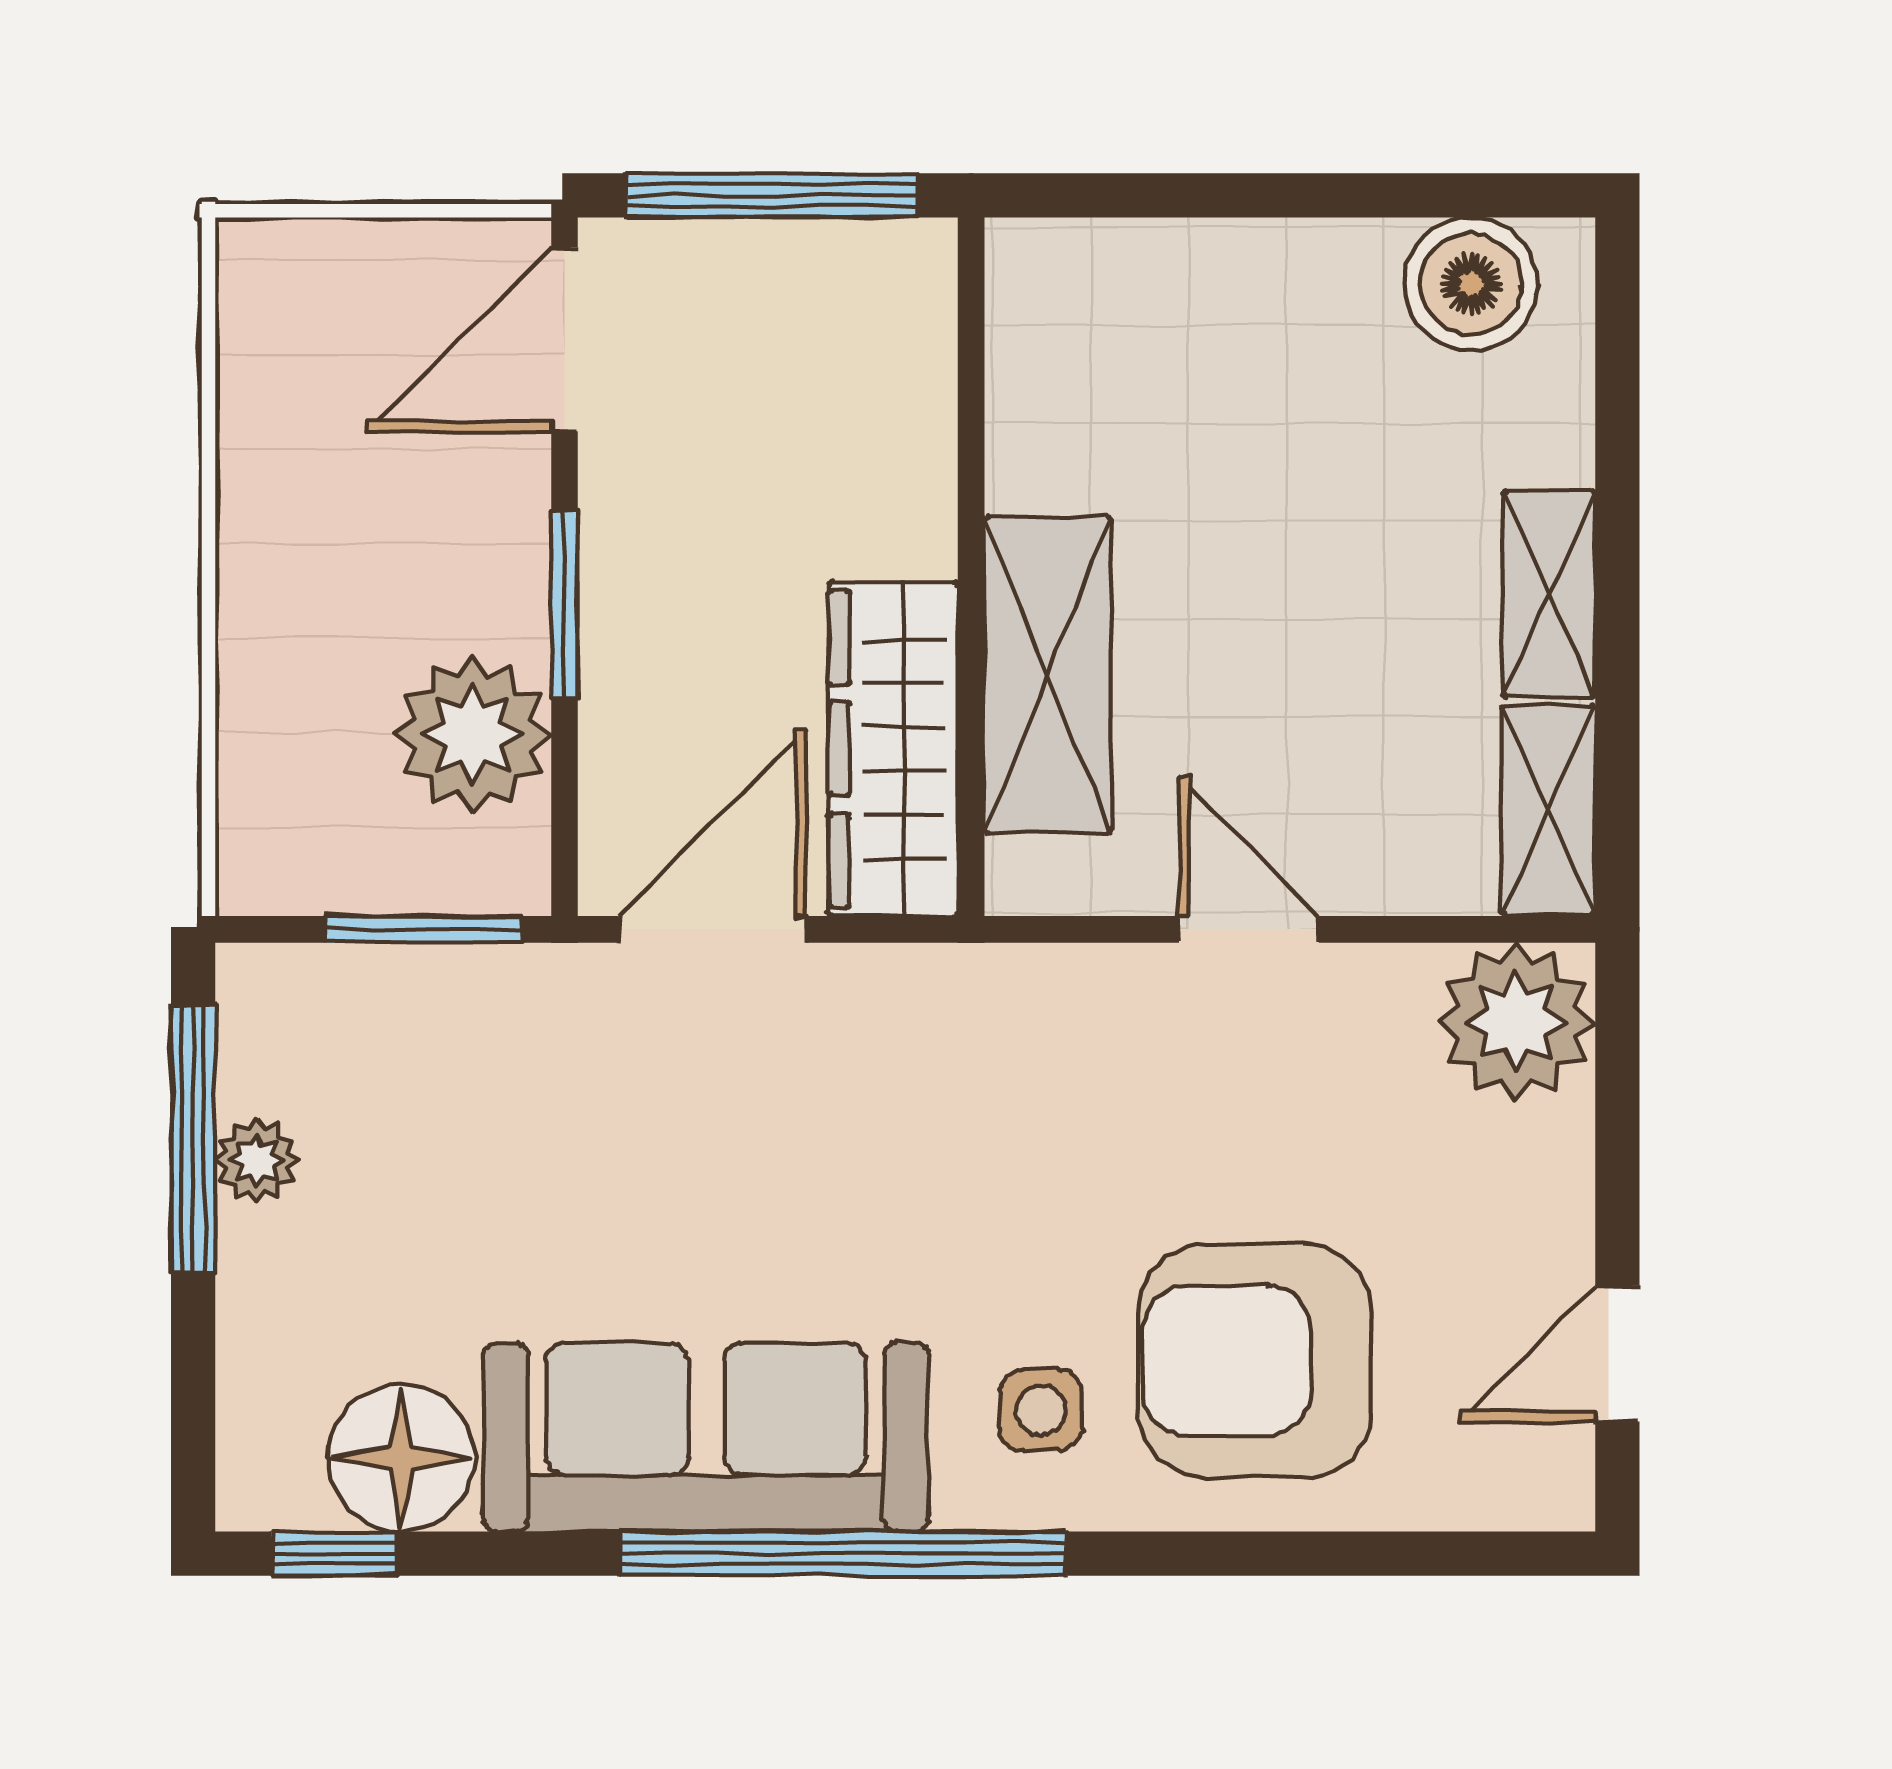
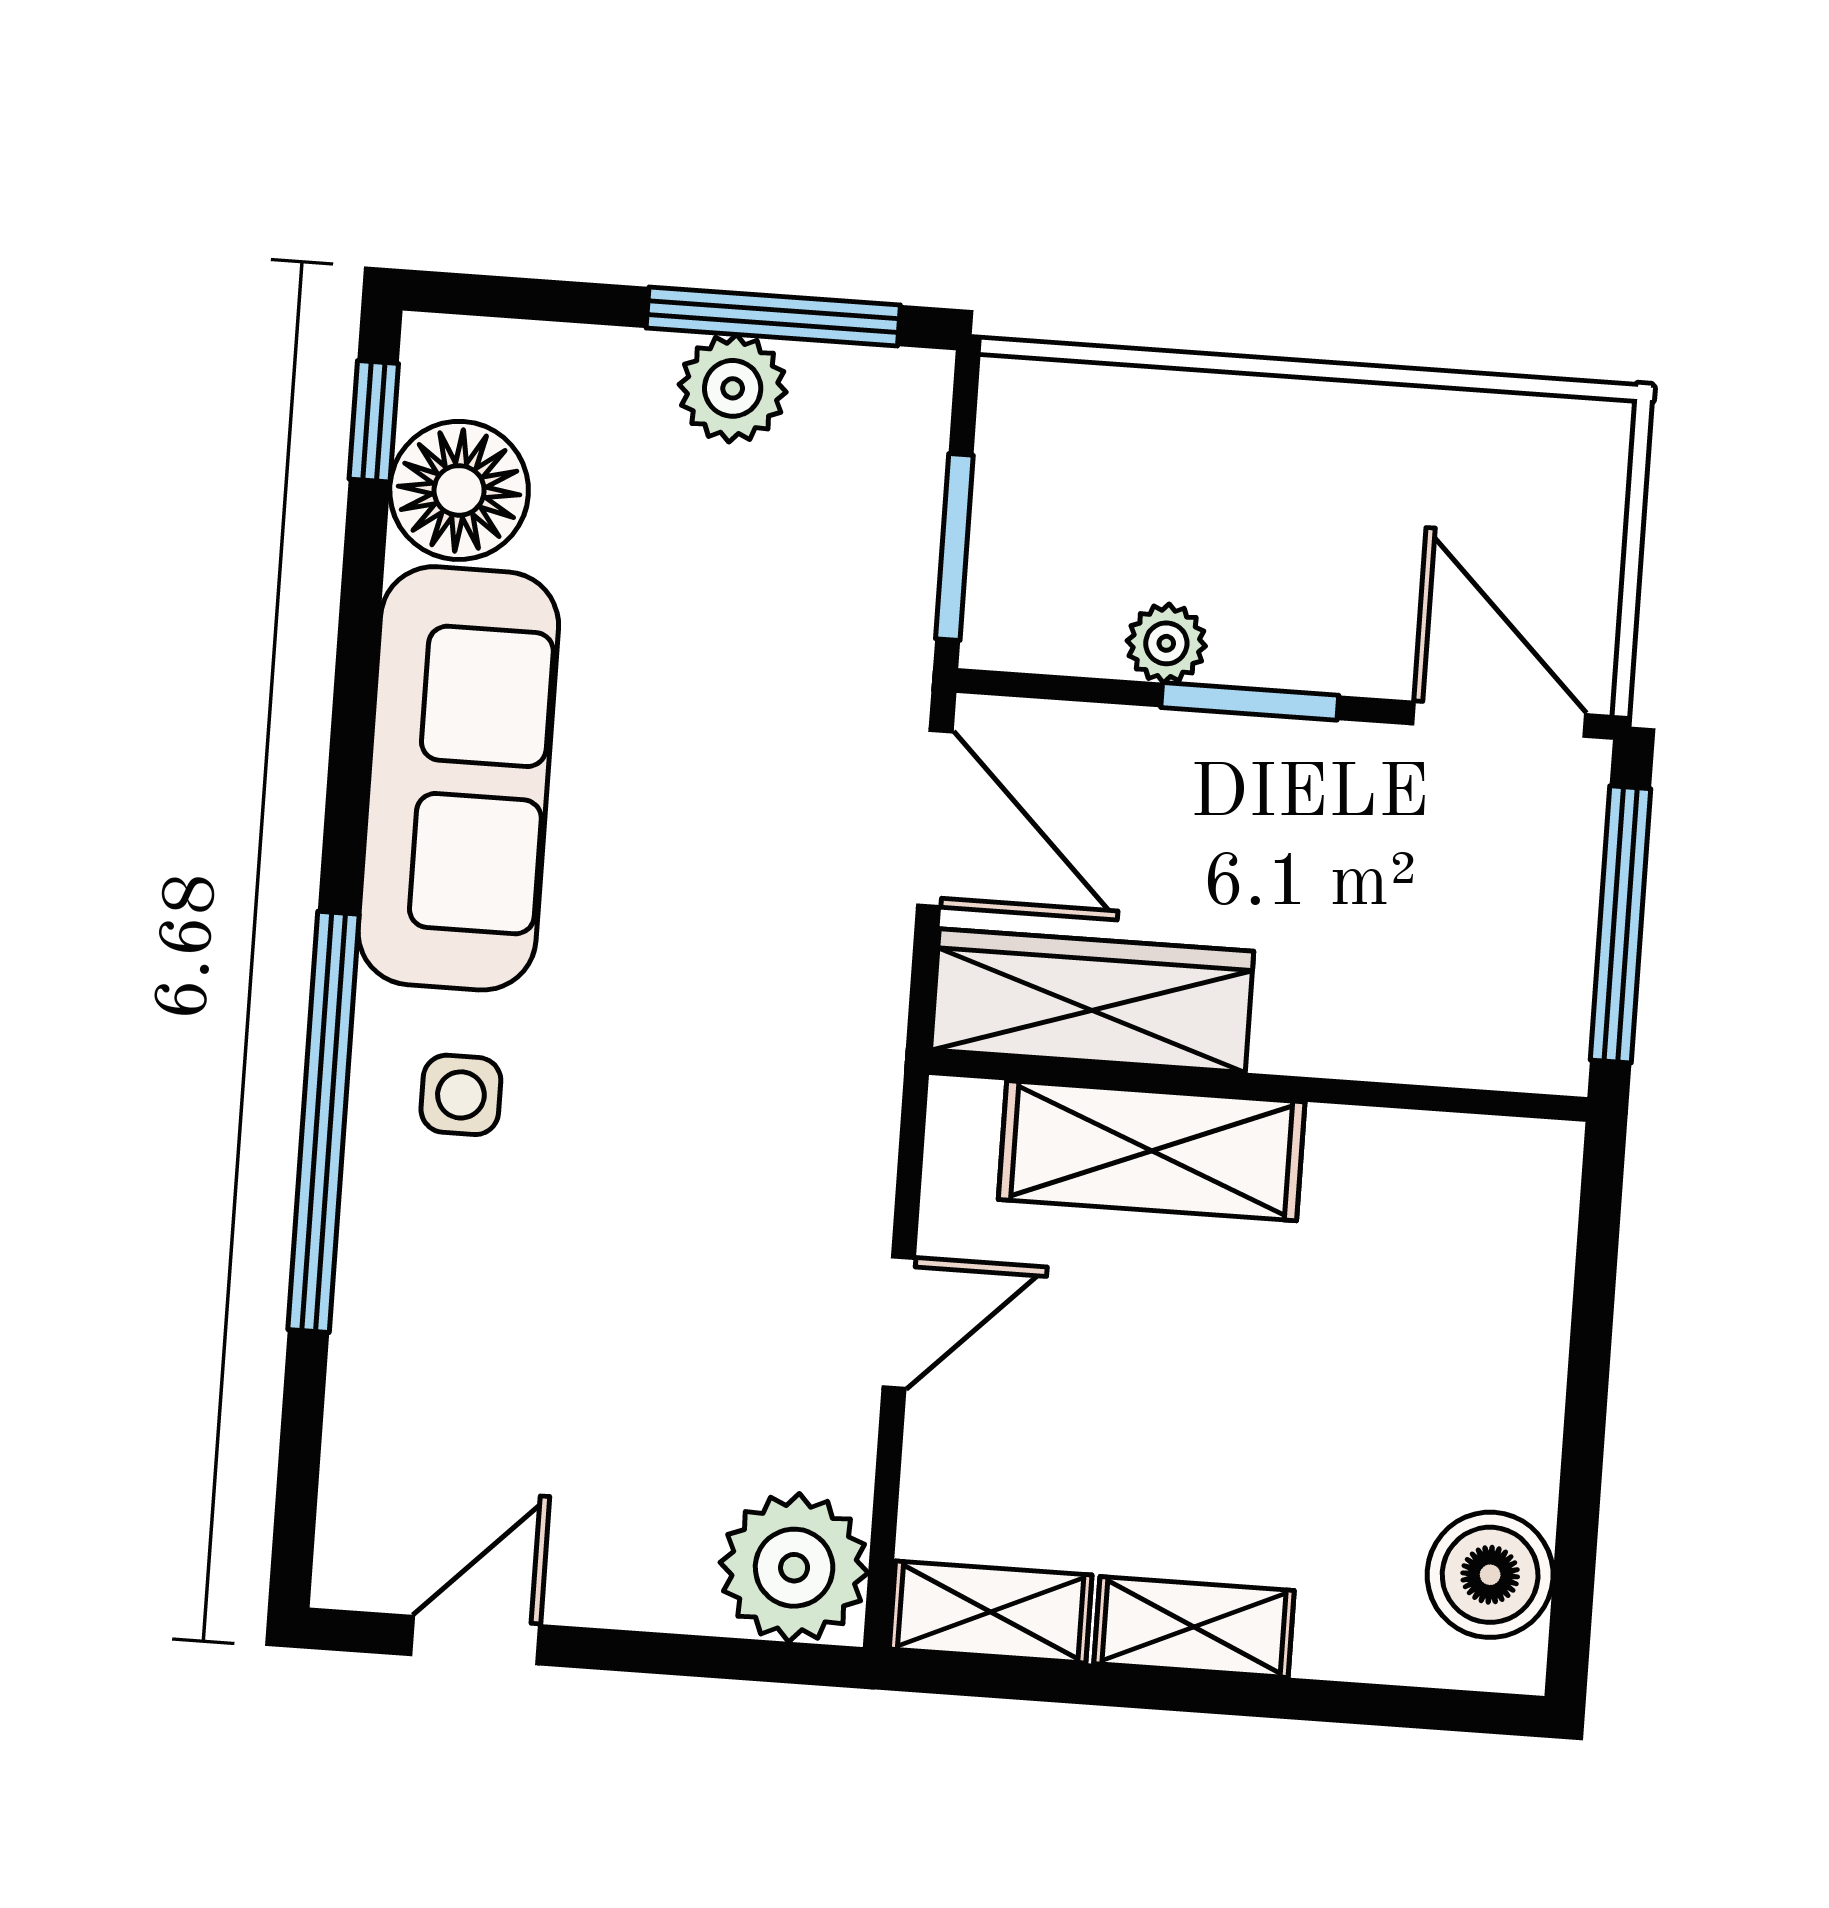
plant: (473, 734) -> (1166, 643), width x0.53, depth x0.53
plant: (257, 1160) -> (733, 388), width x1.38, depth x1.38
door: (1617, 1354) -> (475, 1640), hinge flipped
armchair: (1255, 1361) -> (493, 1299), removed
window: (843, 1554) -> (324, 1122), moved

